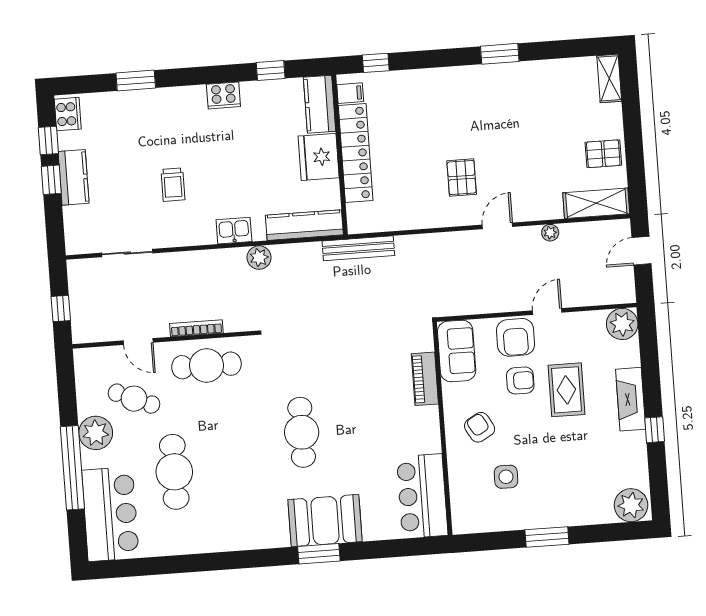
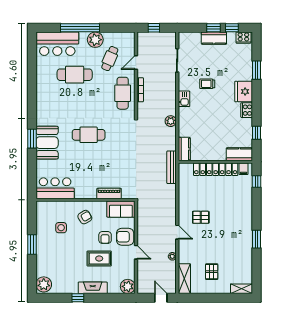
pallet: (603, 154) -> (212, 272), moved
fridge: (319, 157) -> (244, 91), moved, turned -90
kitchen counter: (304, 225) -> (184, 149), width x0.67
kitchen sink: (234, 231) -> (184, 99), moved

